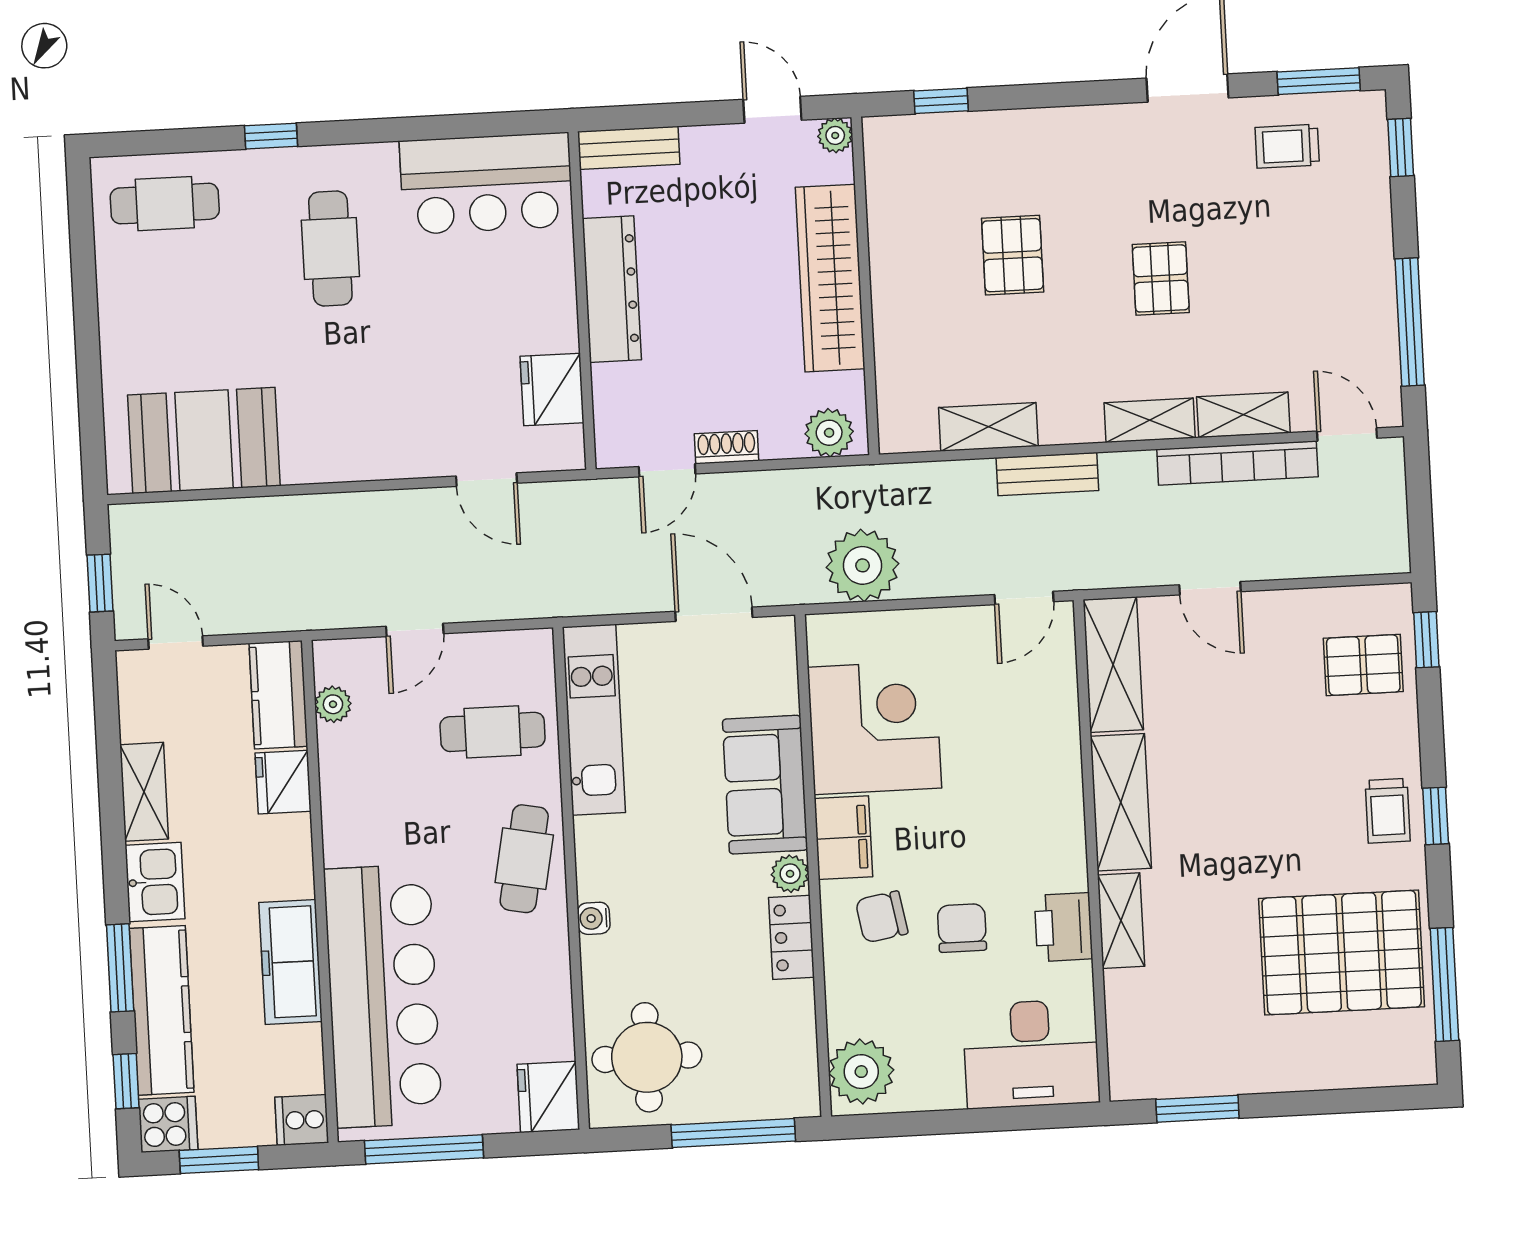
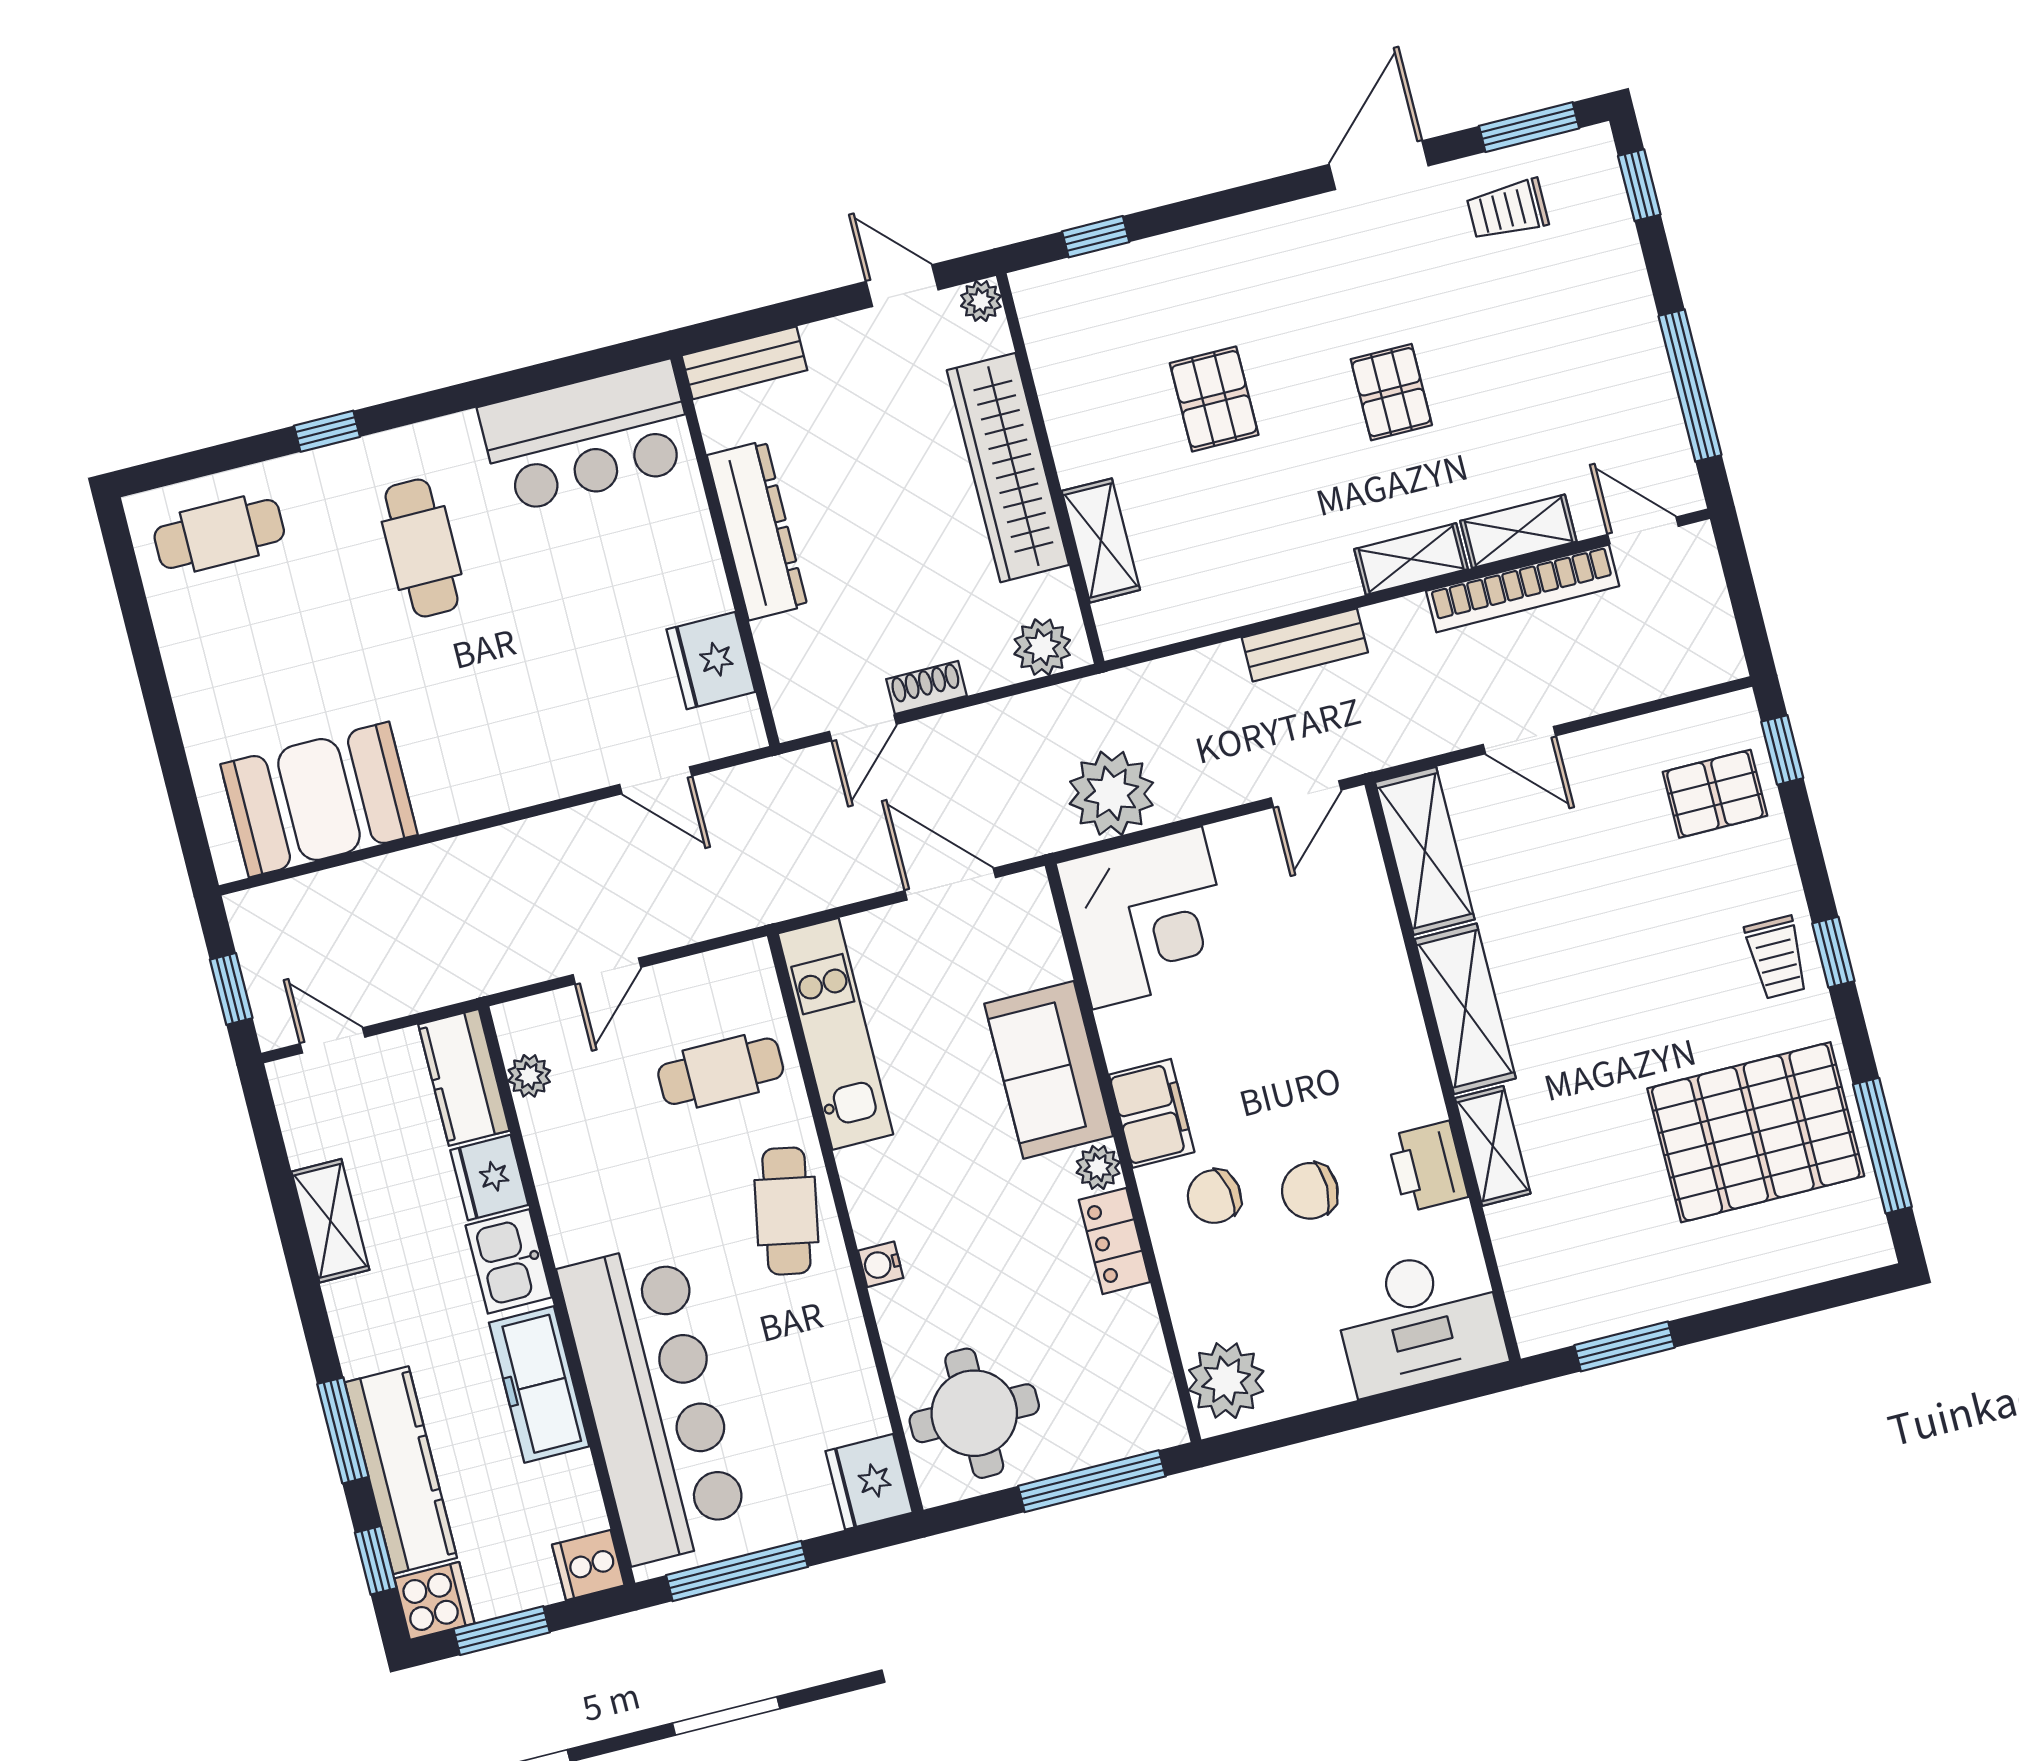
shelving: (988, 427) -> (1101, 540), moved, turned 90
corner desk: (874, 728) -> (1147, 918), moved, turned 90
kitchen sink: (155, 882) -> (509, 1261), moved, turned 180
chair: (962, 928) -> (1310, 1191), turned -90

